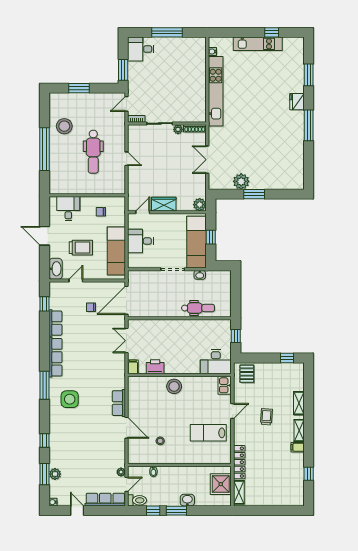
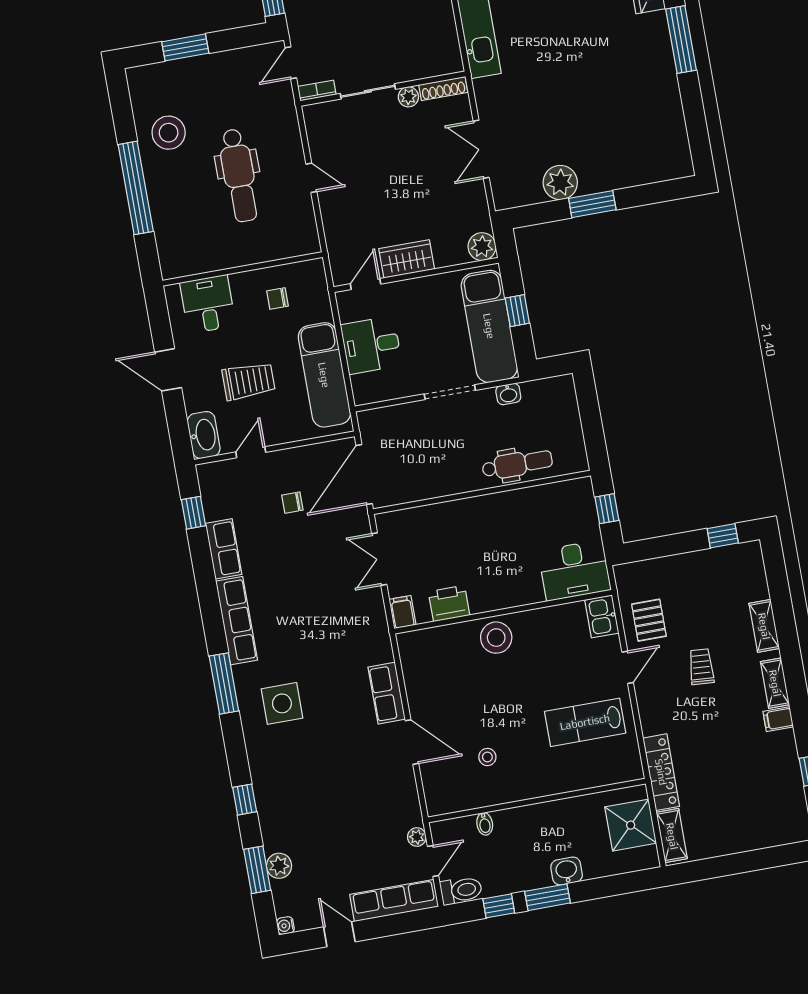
pallet: (247, 374) -> (649, 620), moved

